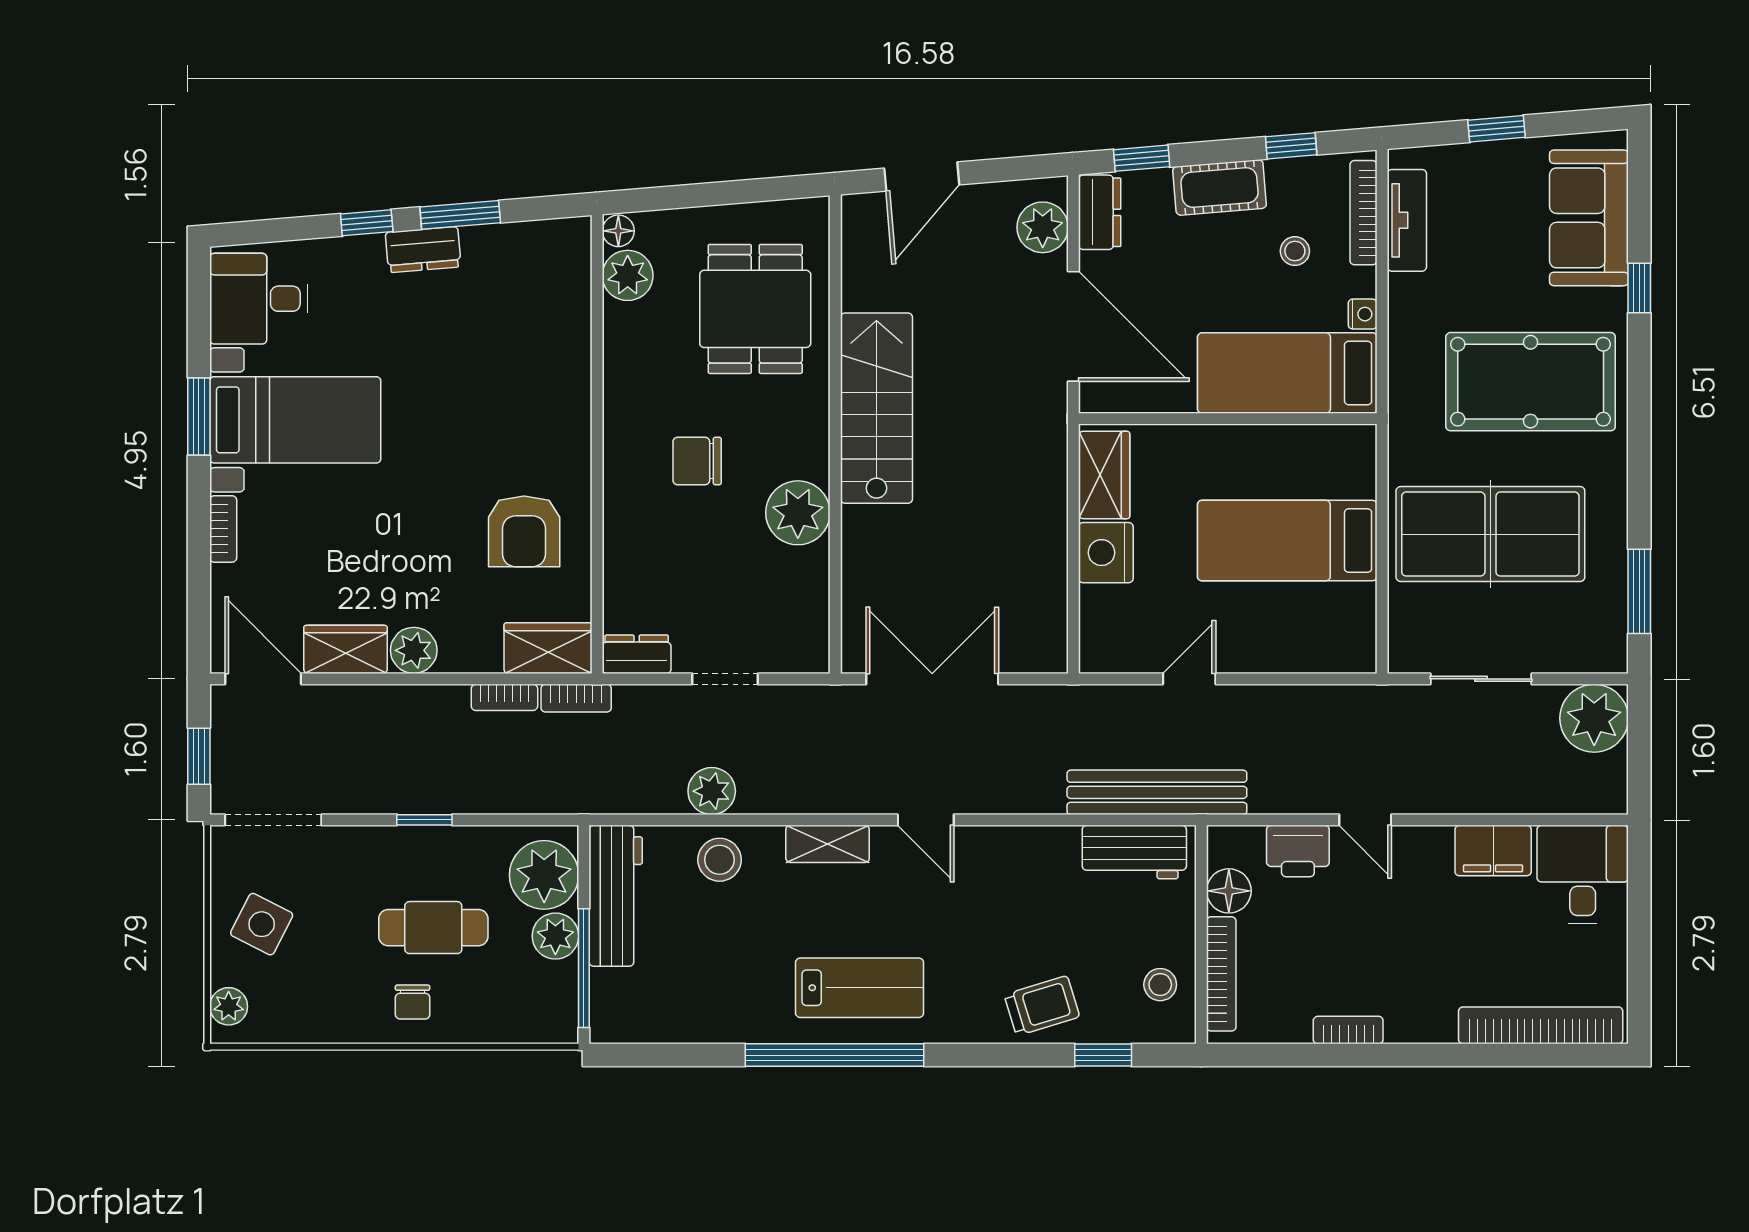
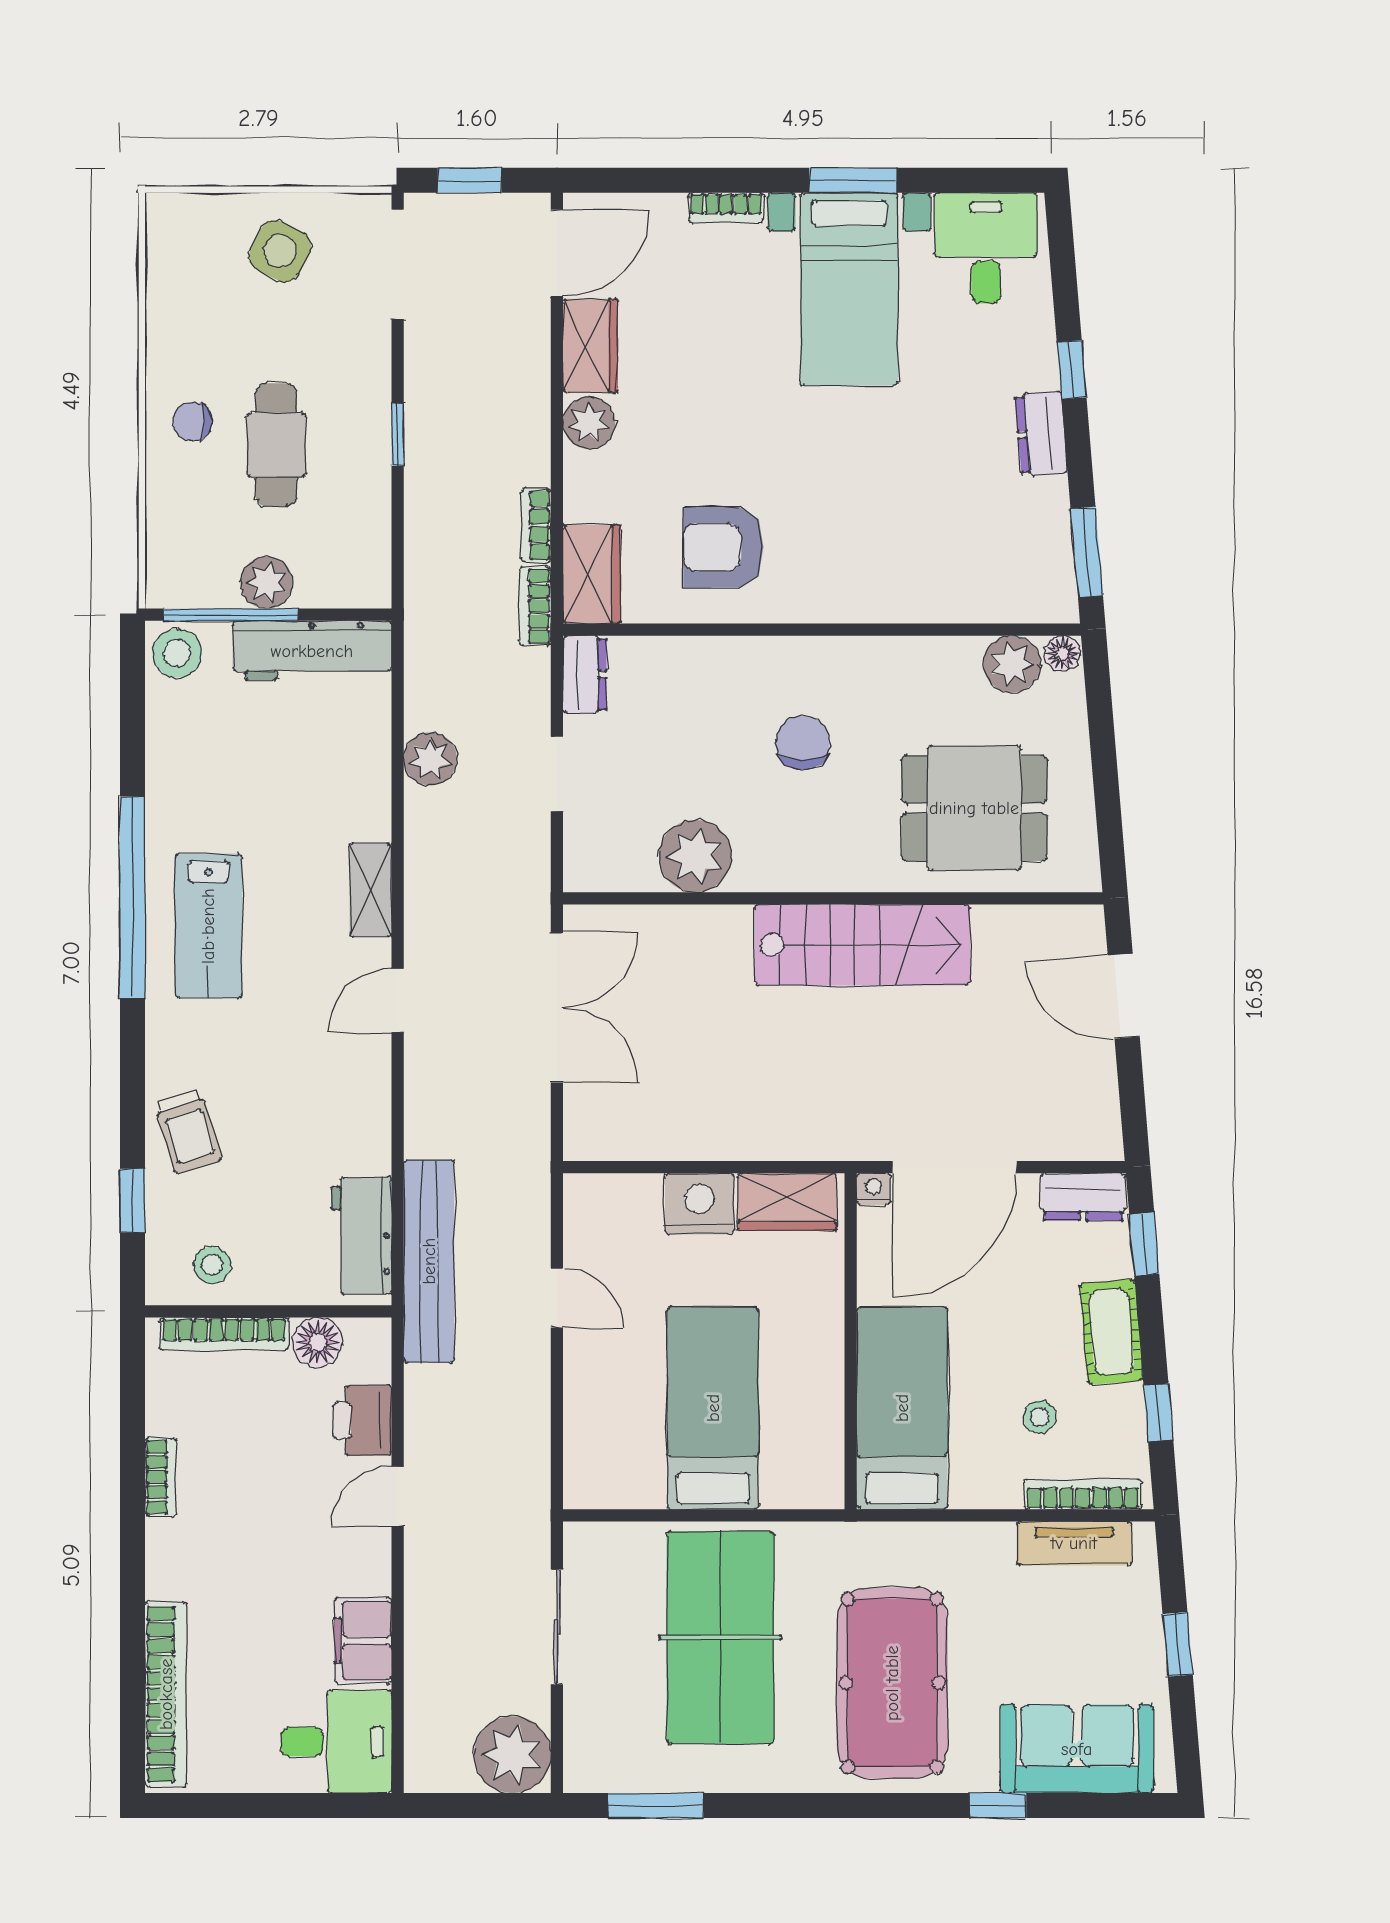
window: (460, 215) -> (1087, 552), moved
plant: (1043, 227) -> (1066, 1132), removed
nightstand: (1363, 314) -> (874, 1189), moved, turned 180
plant: (798, 513) -> (695, 856), moved
stool: (720, 860) -> (177, 653), moved
plant: (544, 875) -> (336, 570), removed
plant: (229, 1006) -> (187, 214), removed

